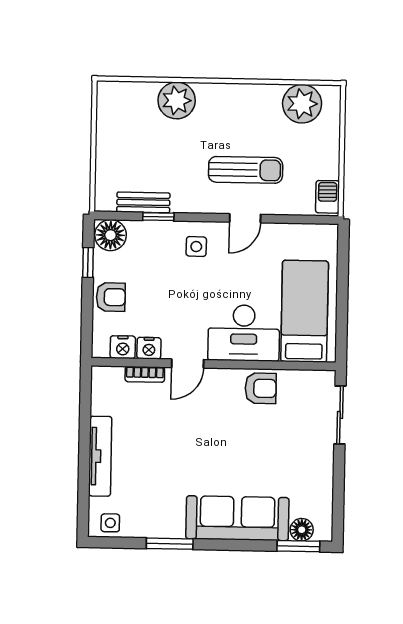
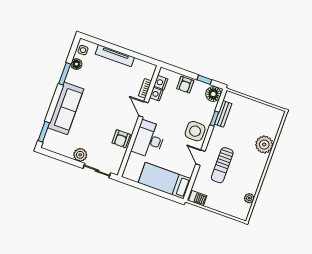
plant: (302, 104) -> (249, 198), width x0.53, depth x0.53
side table: (196, 247) -> (195, 131), width x1.87, depth x1.87
bed: (305, 311) -> (165, 181), moved, turned 180
plant: (320, 459) -> (80, 155), added
floor lamp: (302, 530) -> (76, 64), moved

